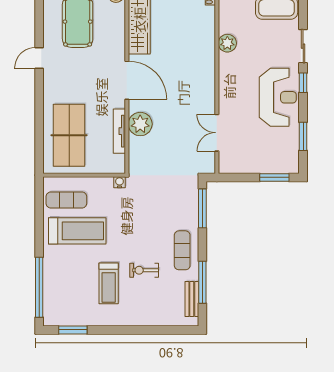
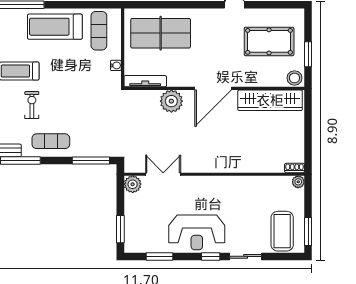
plant: (227, 43) -> (133, 184), moved
tv unit: (119, 131) -> (145, 81), moved
water cooler: (119, 182) -> (116, 65), moved
treadmill: (77, 231) -> (55, 27), moved, turned 90

